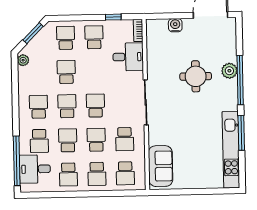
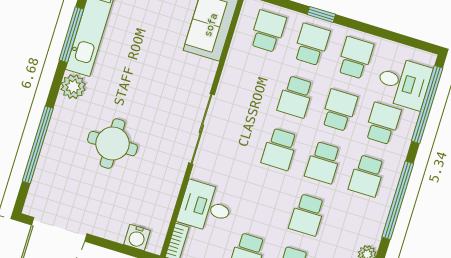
water cooler: (175, 25) -> (137, 237), moved
plant: (229, 71) -> (73, 87), moved
window: (240, 80) -> (38, 145), moved
window: (15, 98) -> (398, 200), added
school desk: (125, 139) -> (252, 84), removed
school desk: (68, 140) -> (339, 110), turned 180
window: (97, 194) -> (321, 14), added

